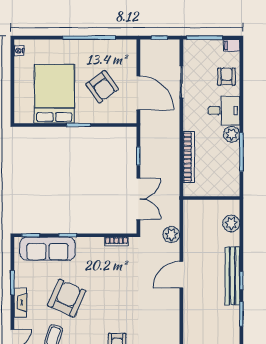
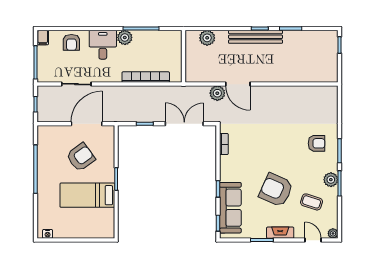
armchair: (226, 77) -> (71, 42), turned -90
bed: (54, 94) -> (87, 195), width x0.67
door: (181, 275) -> (238, 84), moved

